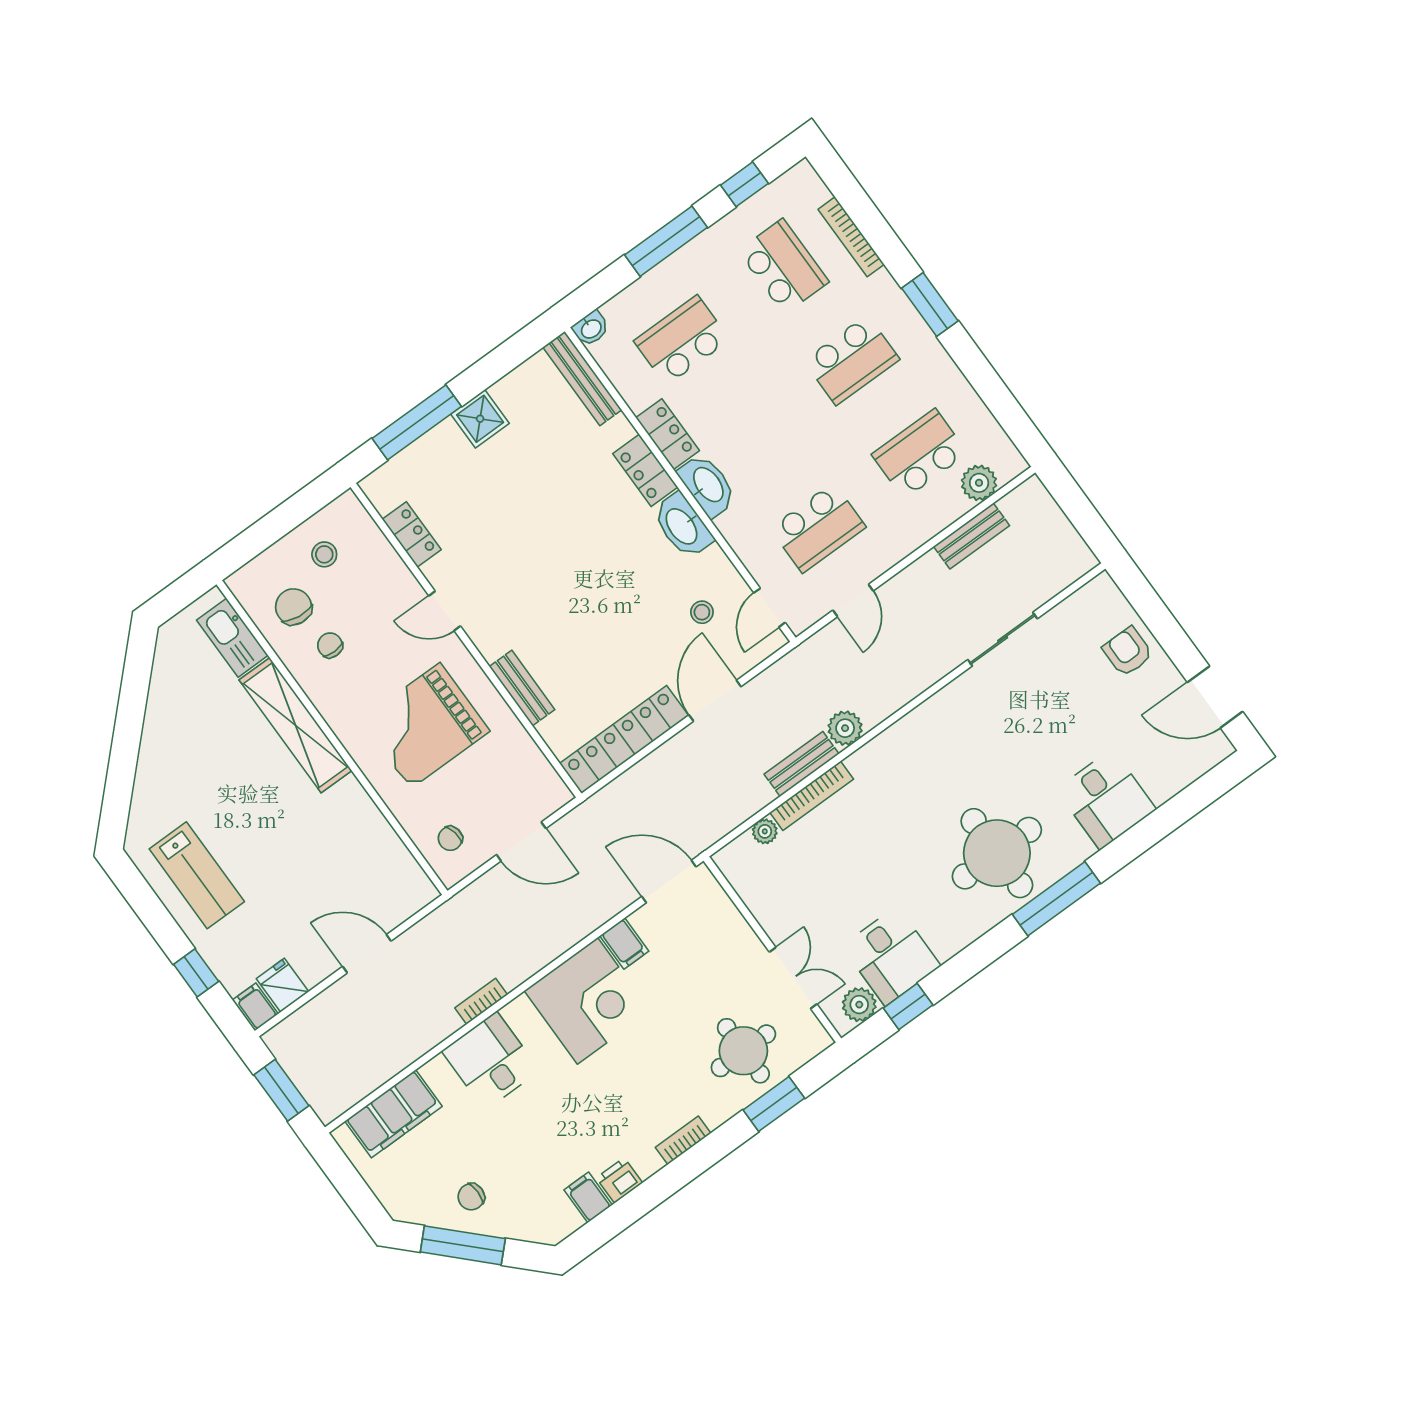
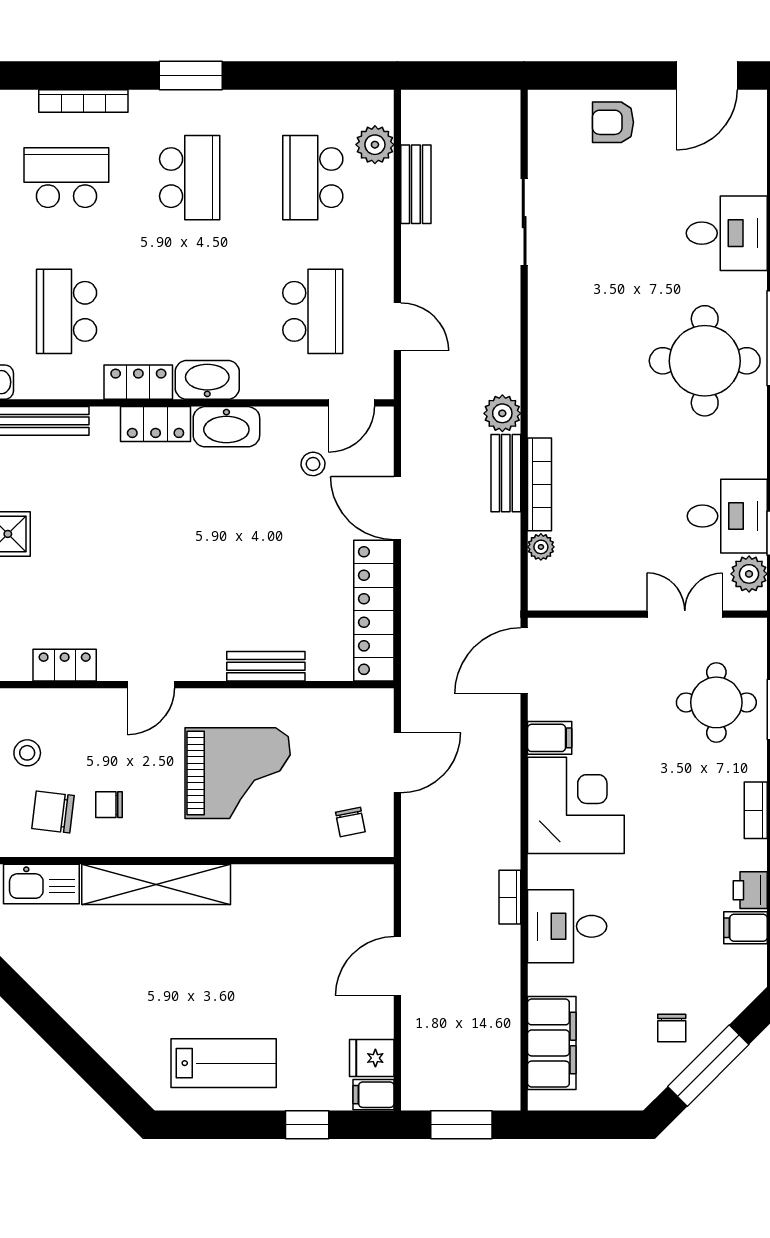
door: (770, 608) -> (351, 403), hinge flipped
grand piano: (425, 726) -> (238, 773), turned -90

